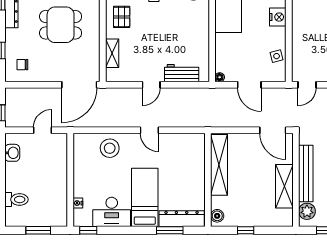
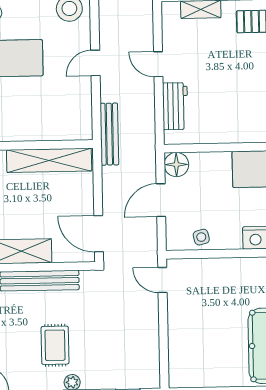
floor lamp: (220, 77) -> (176, 165), width x1.89, depth x1.89
bench: (201, 121) -> (109, 134), added
door: (273, 130) -> (99, 234), hinge flipped

